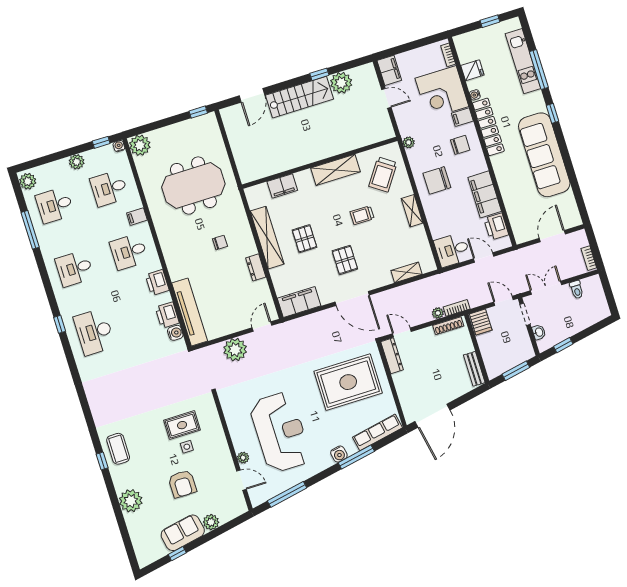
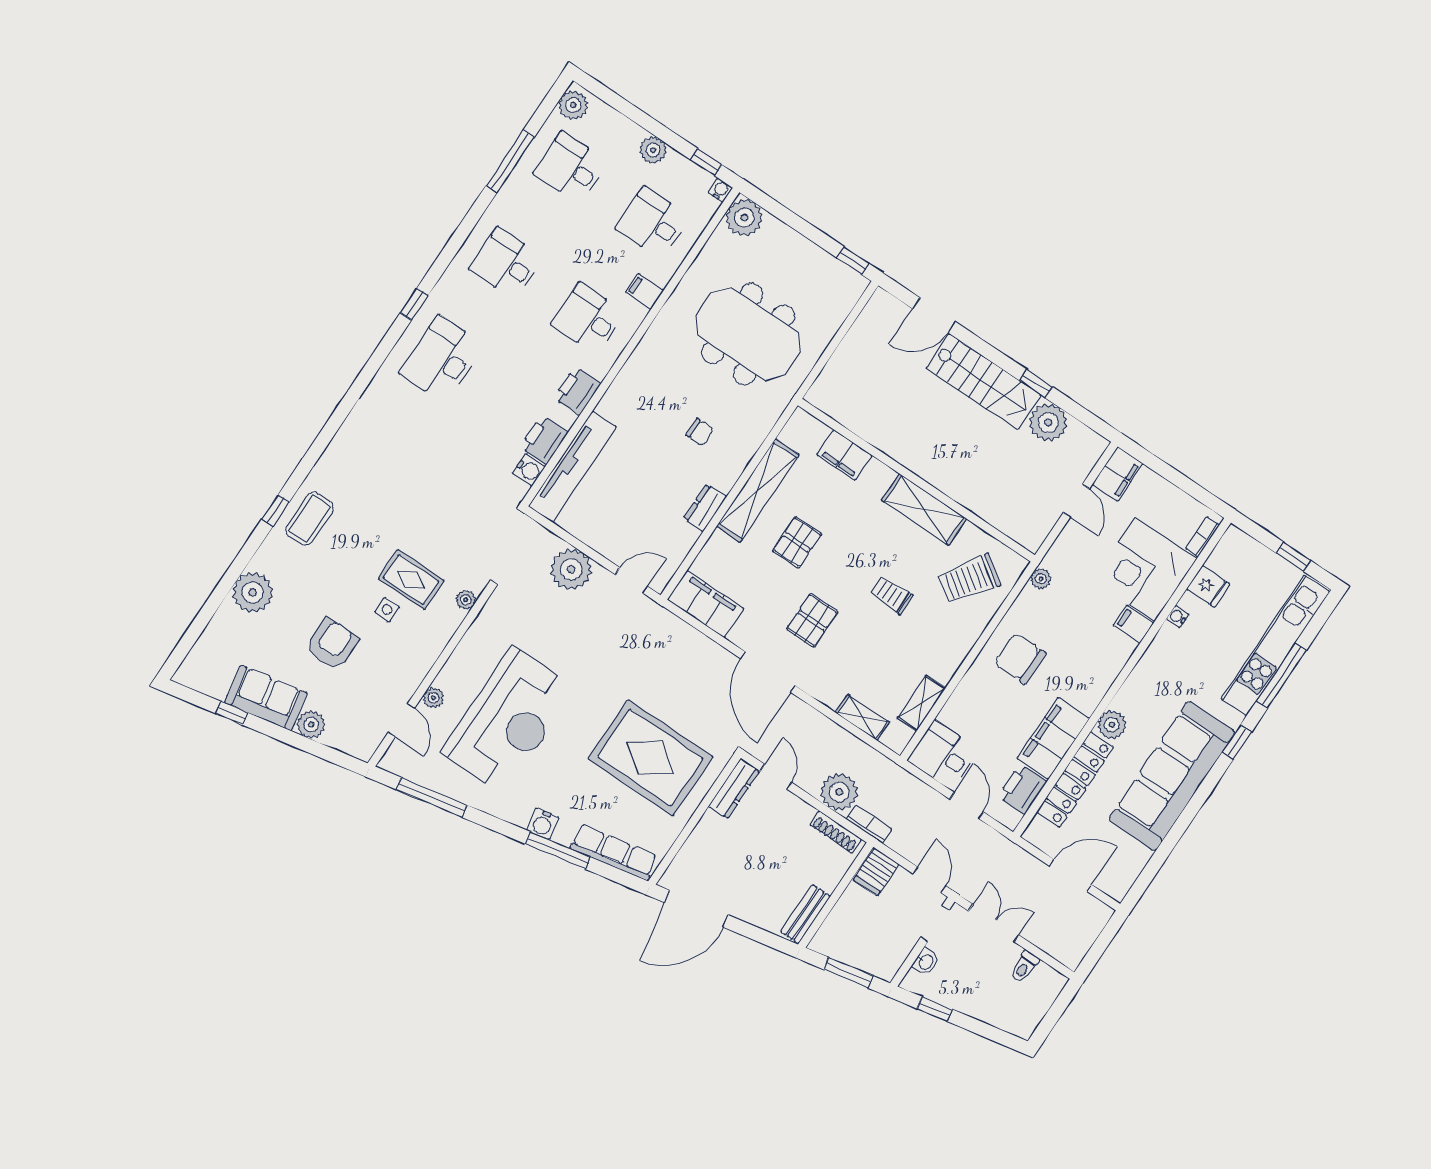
kitchen unit: (523, 61) -> (1275, 645), width x1.36
locker: (488, 127) -> (1075, 780), moved
chair: (460, 145) -> (1094, 651), removed
plant: (500, 163) -> (1112, 725), added
shelving: (412, 211) -> (922, 703), moved
bookcase: (589, 258) -> (1080, 949), removed
plant: (438, 313) -> (839, 792), width x1.88, depth x1.88
plant: (211, 408) -> (466, 600), added
armchair: (182, 484) -> (332, 644), turned 180

